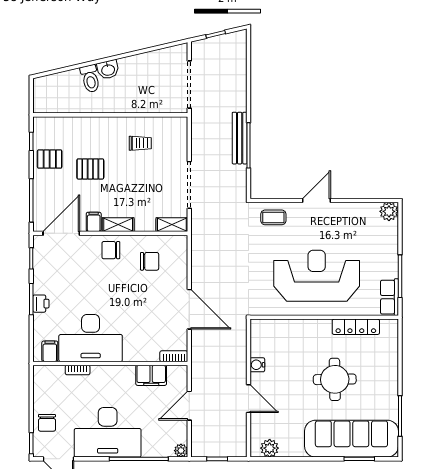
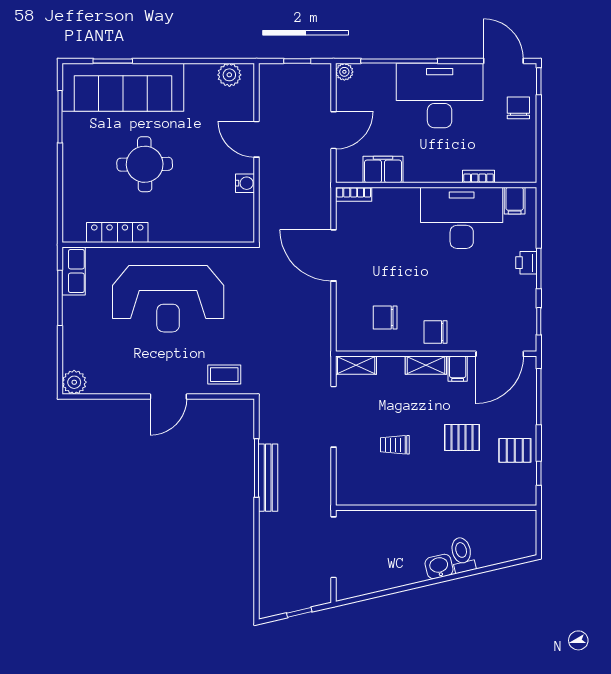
trolley: (140, 143) -> (395, 445), moved
chair: (111, 250) -> (435, 332), turned 180

